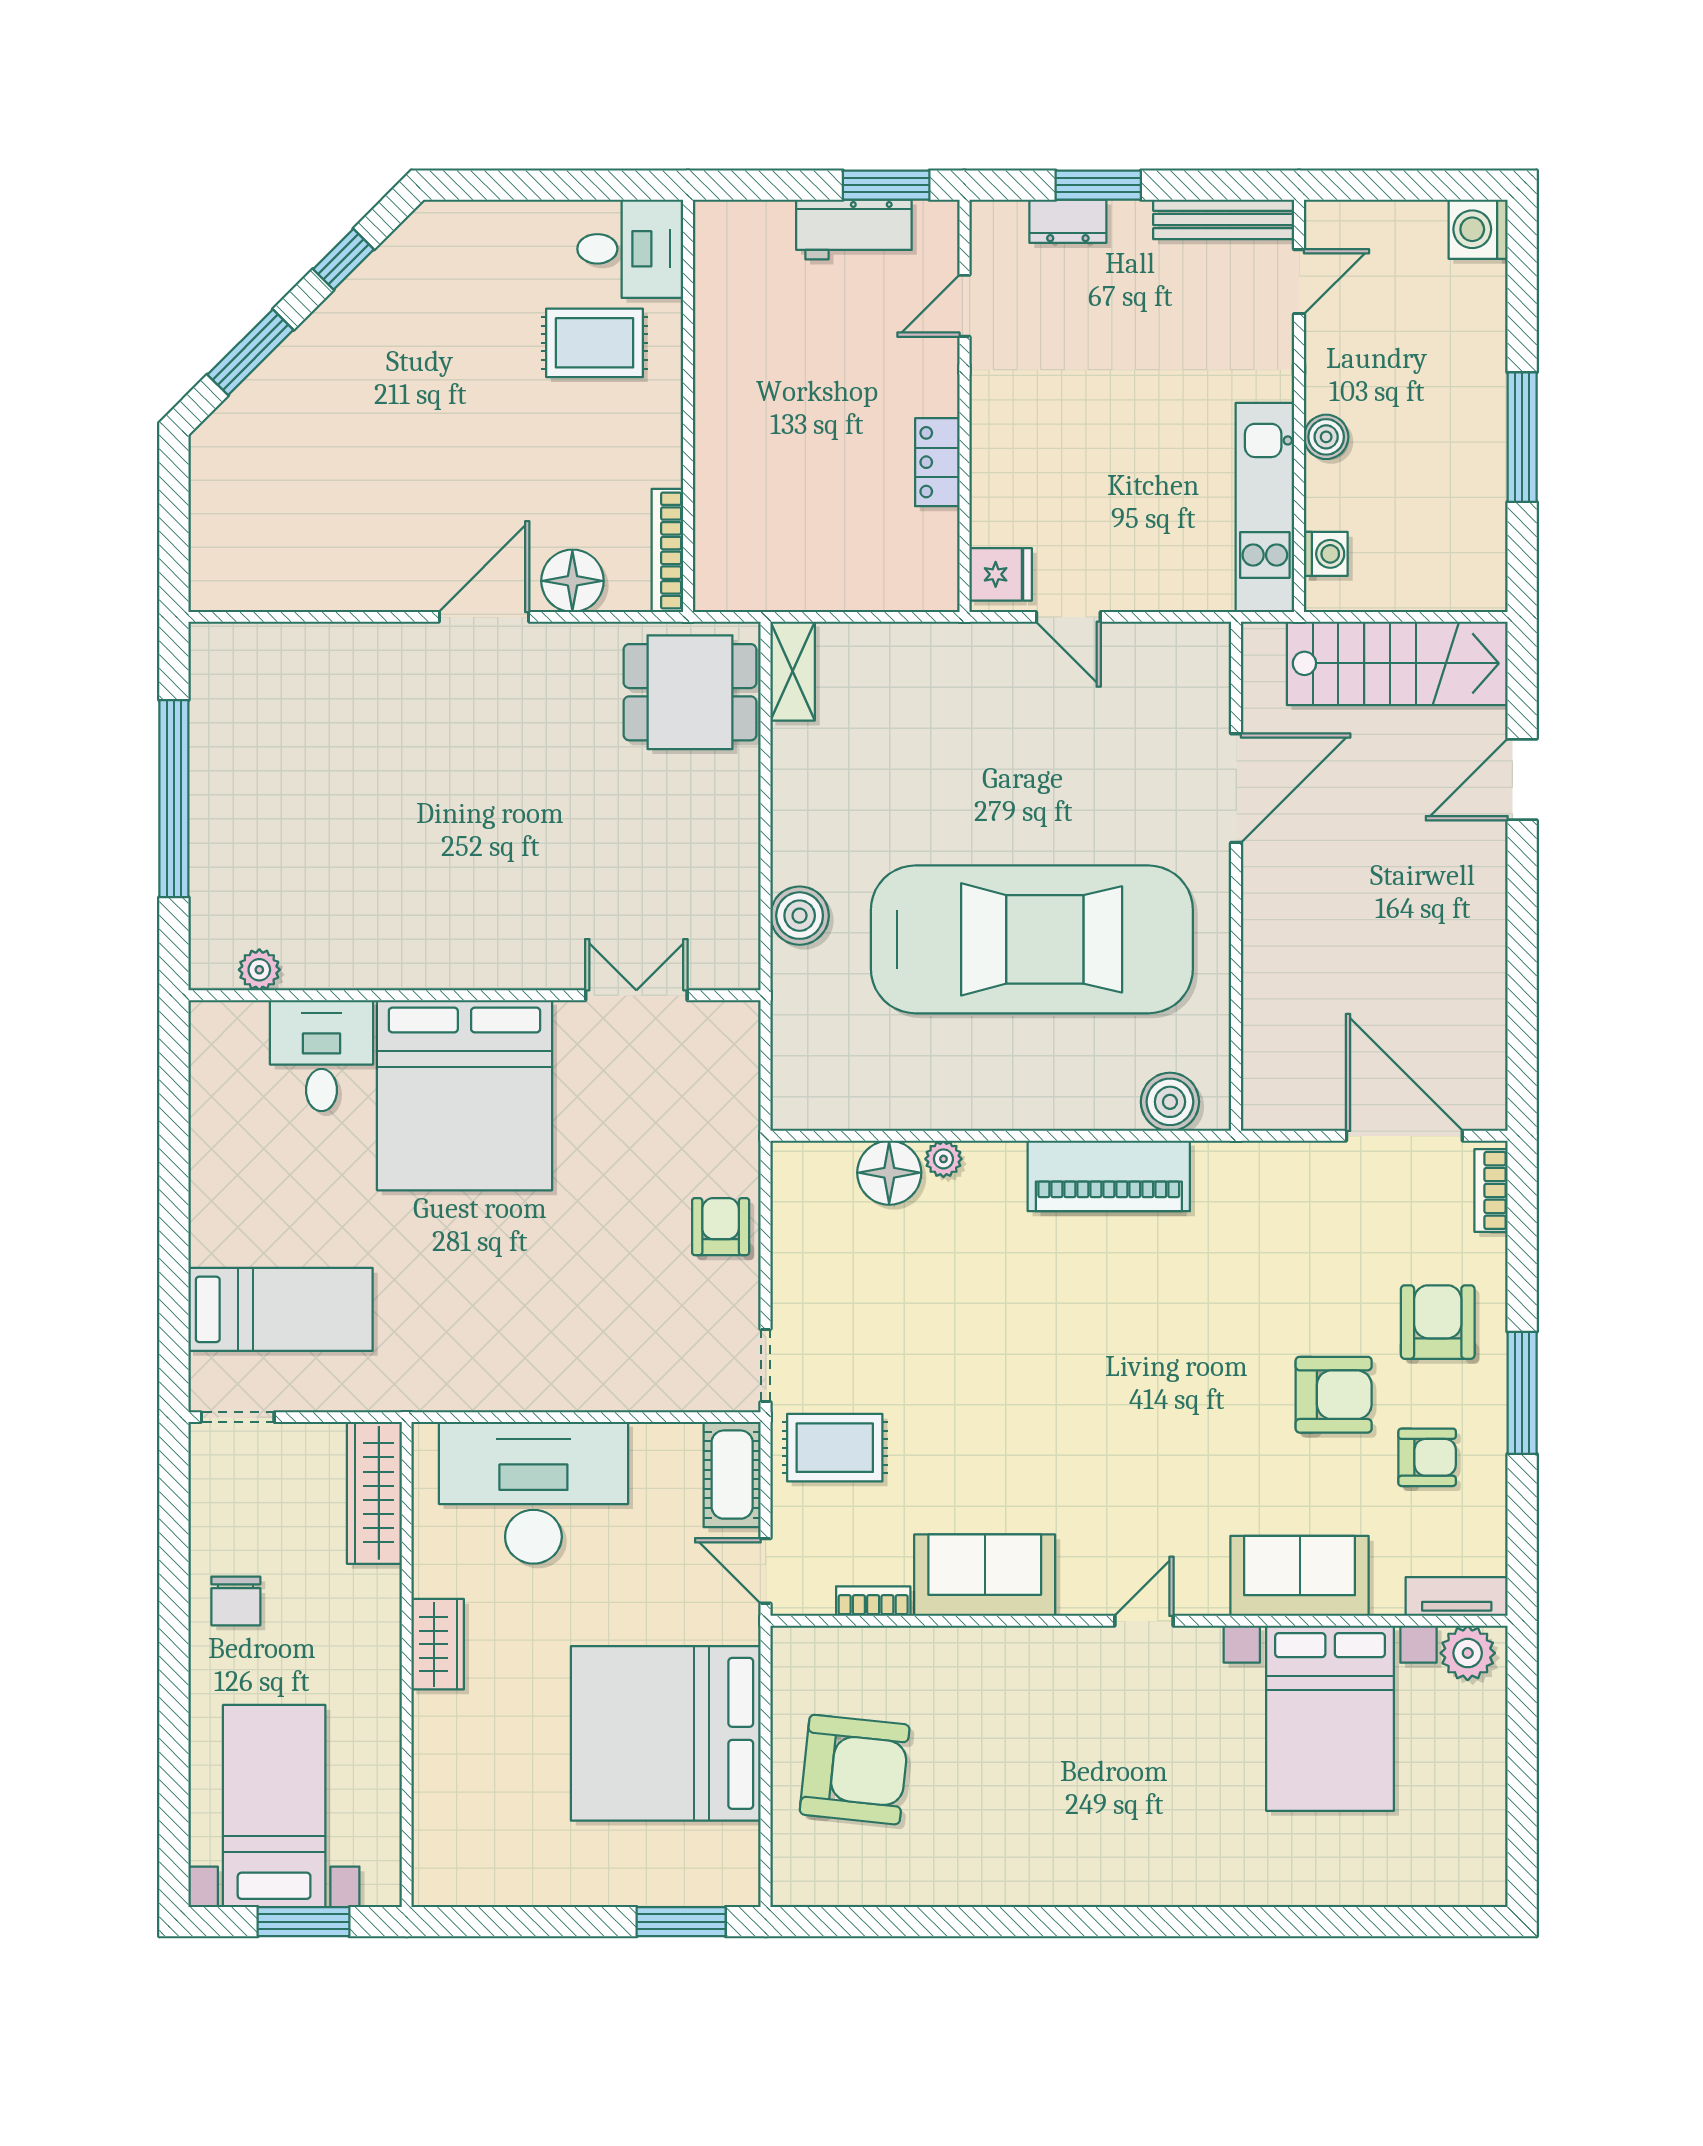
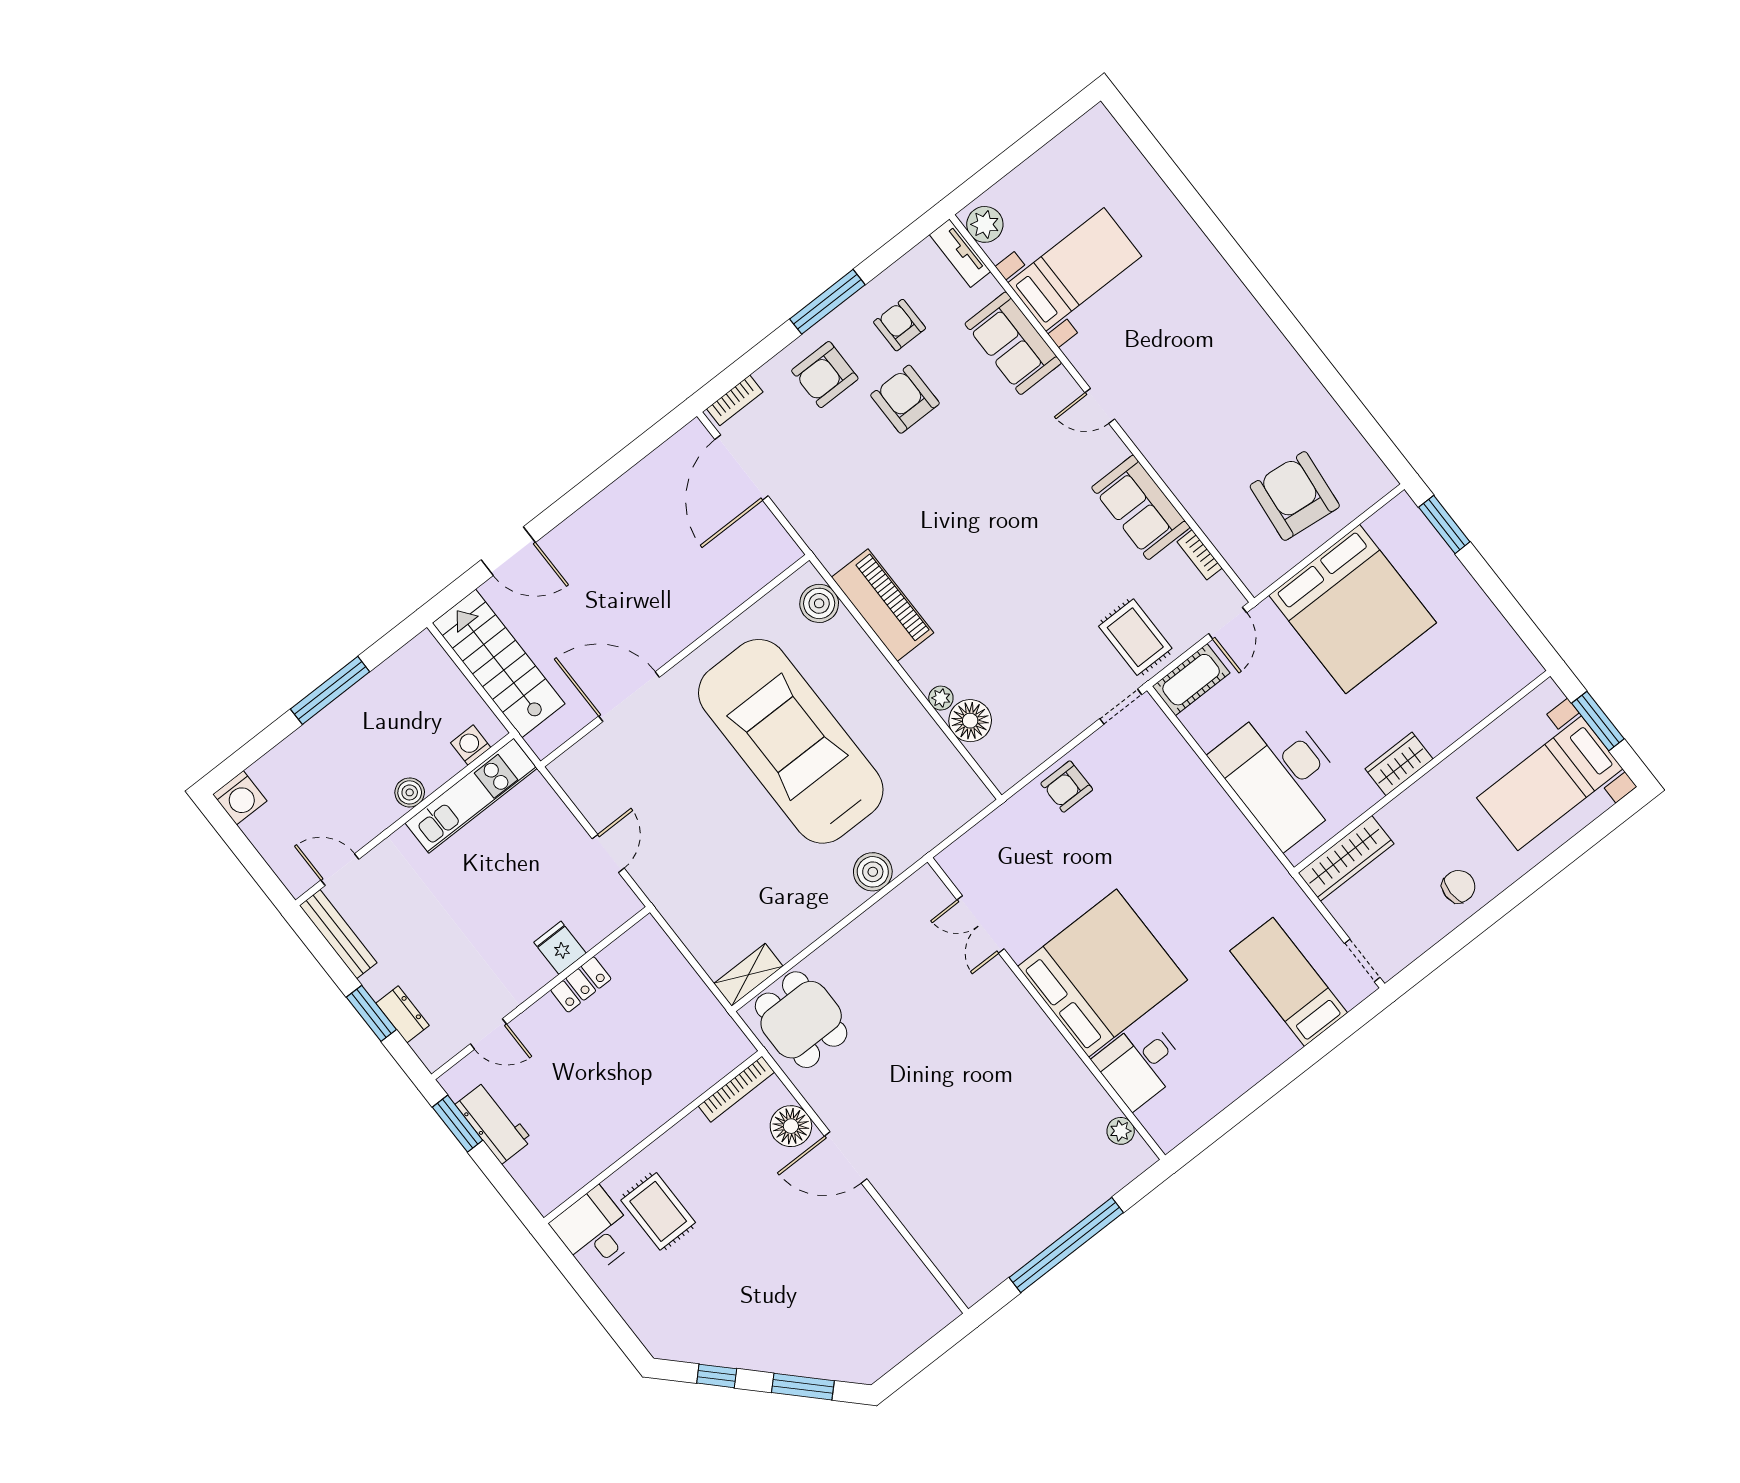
fridge: (1001, 574) -> (560, 948), moved
bed with nightstands: (1330, 1718) -> (1075, 270), width x0.73

